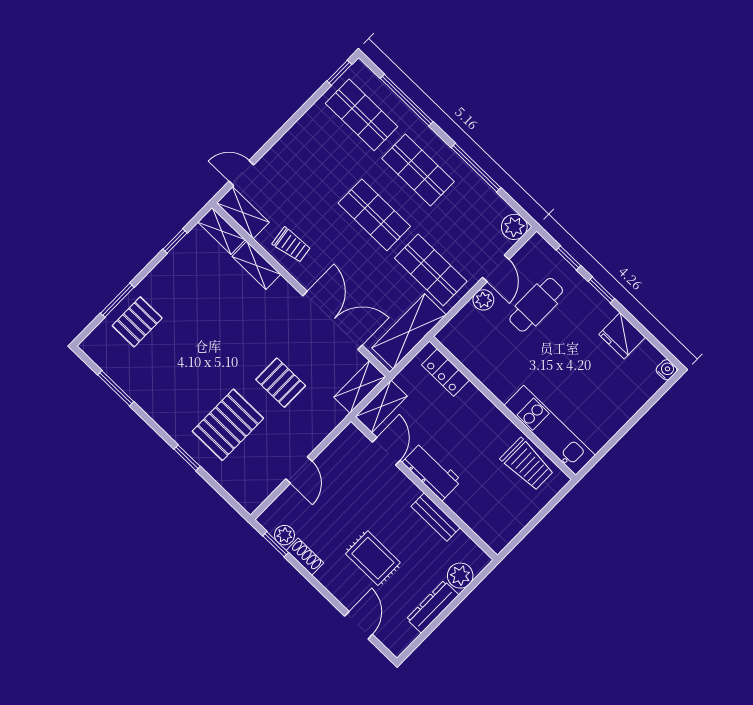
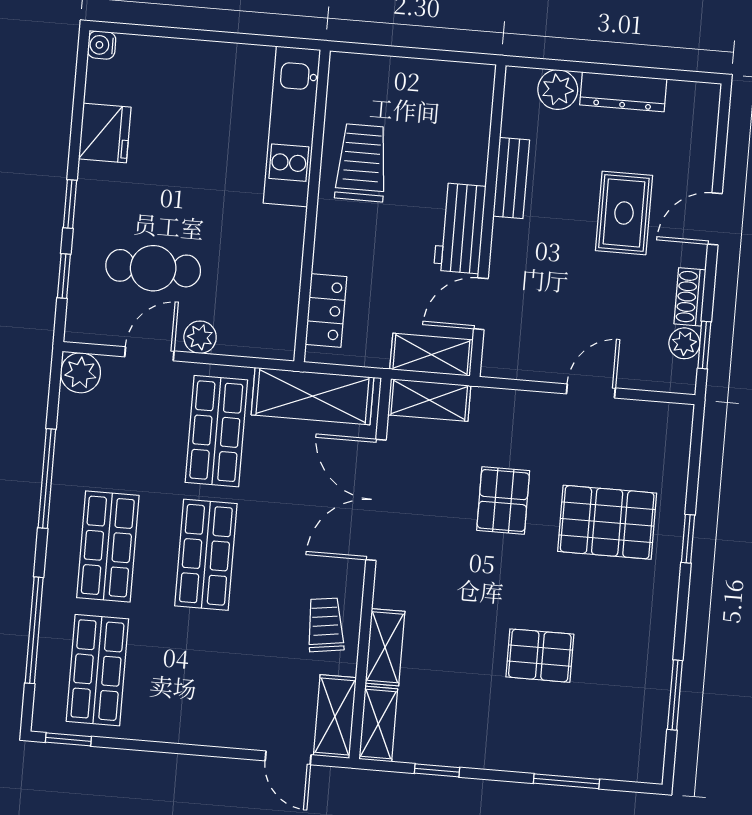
pallet: (137, 322) -> (540, 656), moved
trolley: (527, 464) -> (362, 163), moved
door: (359, 625) -> (715, 219), moved

